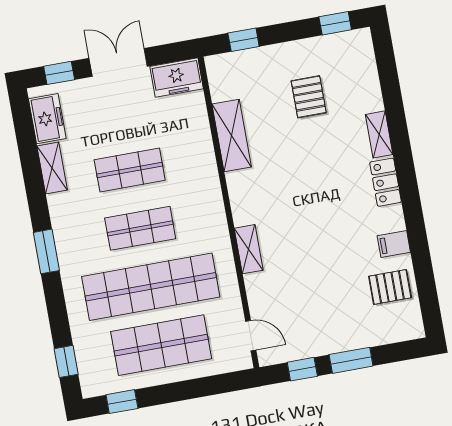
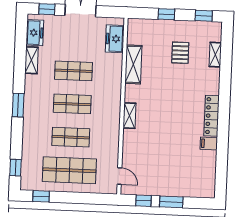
window: (244, 40) -> (166, 14), moved
freezer: (177, 78) -> (115, 39), moved, turned 90
shelving: (379, 134) -> (215, 55), moved
locker: (386, 182) -> (212, 116), width x1.53
shelving: (249, 249) -> (129, 116), moved
shop shelf: (151, 287) -> (71, 137), width x0.50, depth x0.74
pallet: (390, 287) -> (201, 166), removed

